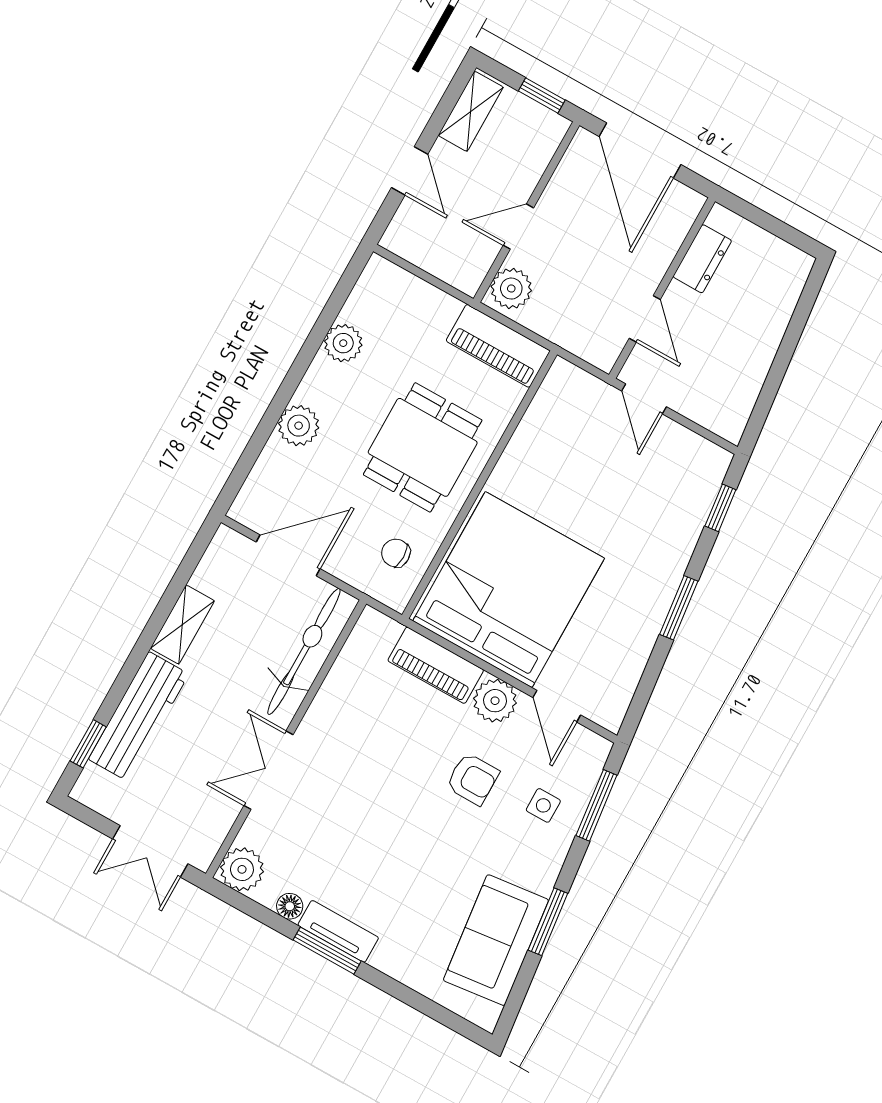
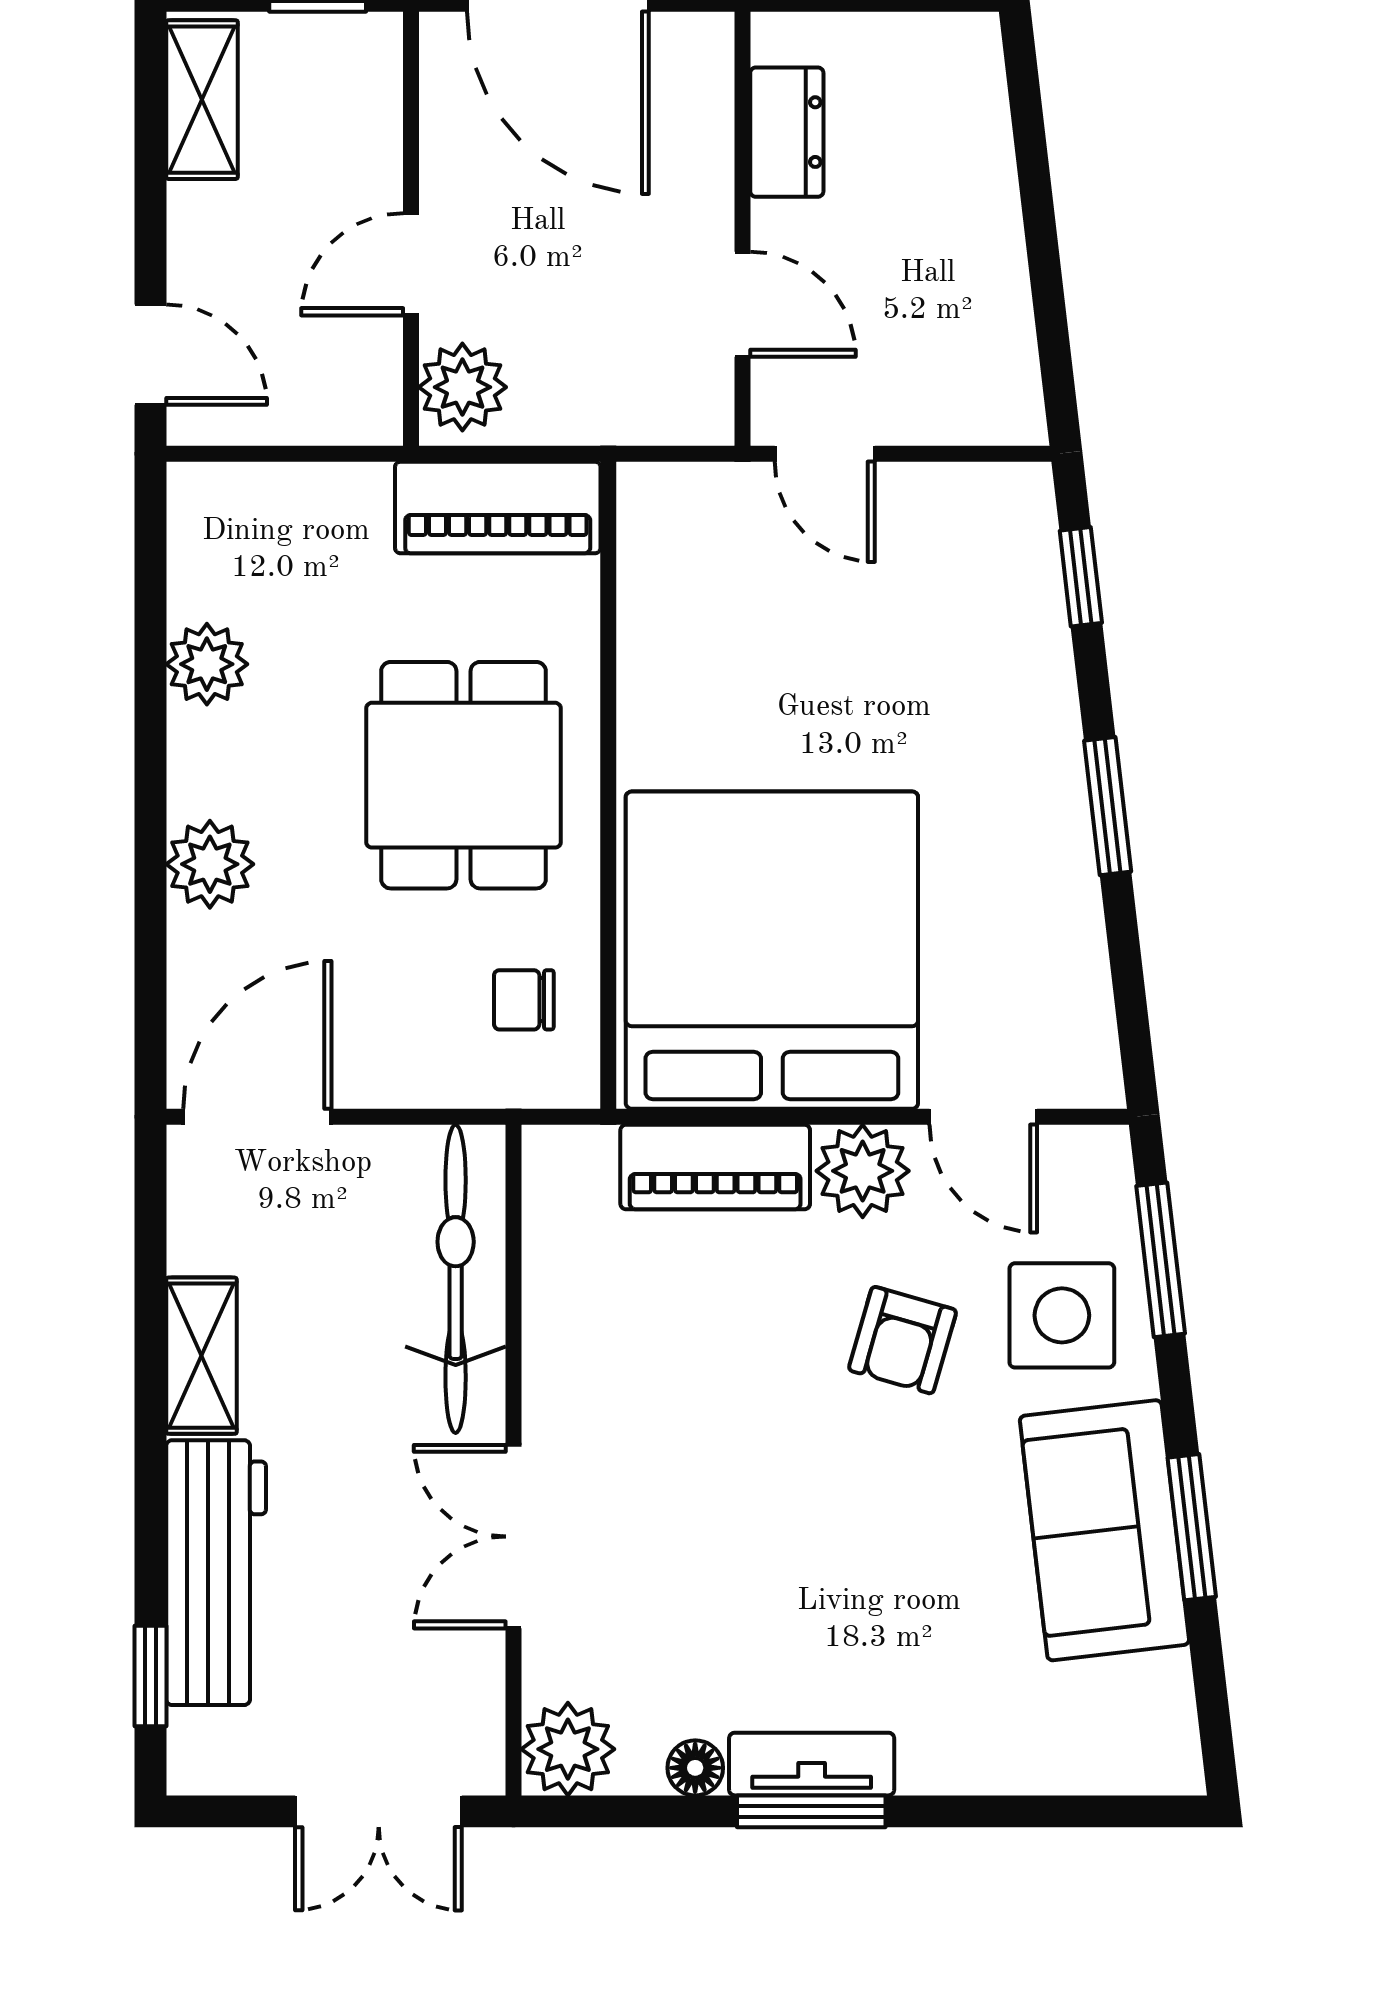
door: (410, 171) -> (150, 355), moved
door: (288, 555) -> (257, 1117), moved
armchair: (473, 779) -> (903, 1340), turned 106
side table: (543, 805) -> (1062, 1315), width x1.87, depth x1.87
sofa: (496, 940) -> (1104, 1530), moved

